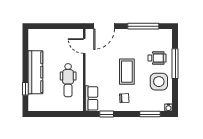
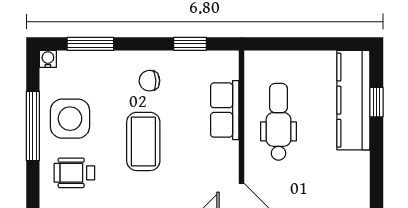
window: (175, 64) -> (33, 126), moved
kitchen counter: (35, 72) -> (353, 100), moved
row of seats: (91, 98) -> (225, 110), moved

